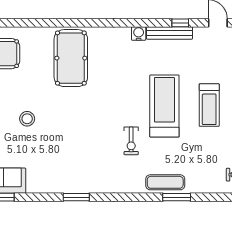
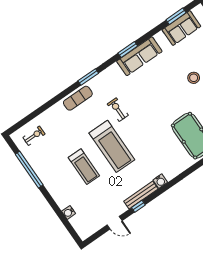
treadmill: (209, 105) -> (84, 167), turned 180
sofa: (69, 182) -> (139, 56), added
window: (177, 197) -> (88, 77), moved

